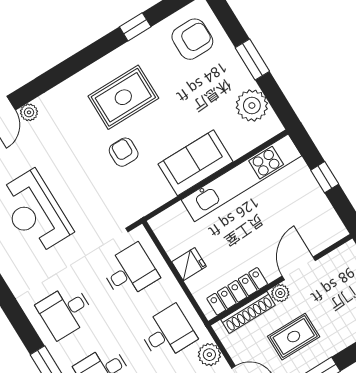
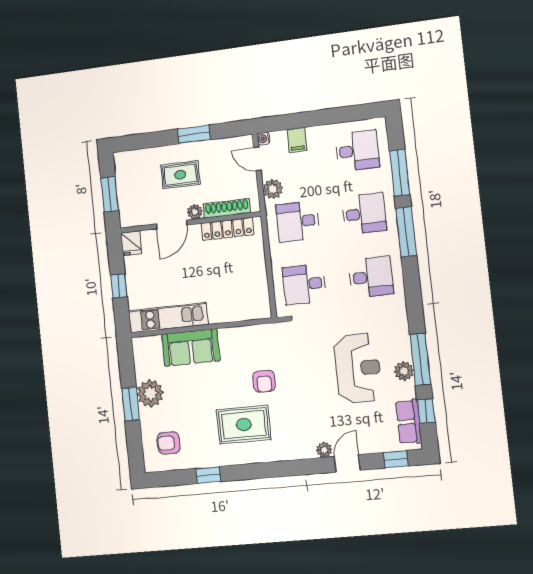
armchair: (192, 39) -> (169, 443), width x0.72, depth x0.72
plant: (252, 105) -> (150, 393), moved
sofa: (195, 163) -> (191, 347), moved
kitchen unit: (241, 178) -> (168, 318), width x0.73
fridge: (189, 264) -> (131, 243), moved, turned -90
rug: (294, 337) -> (180, 175), moved

